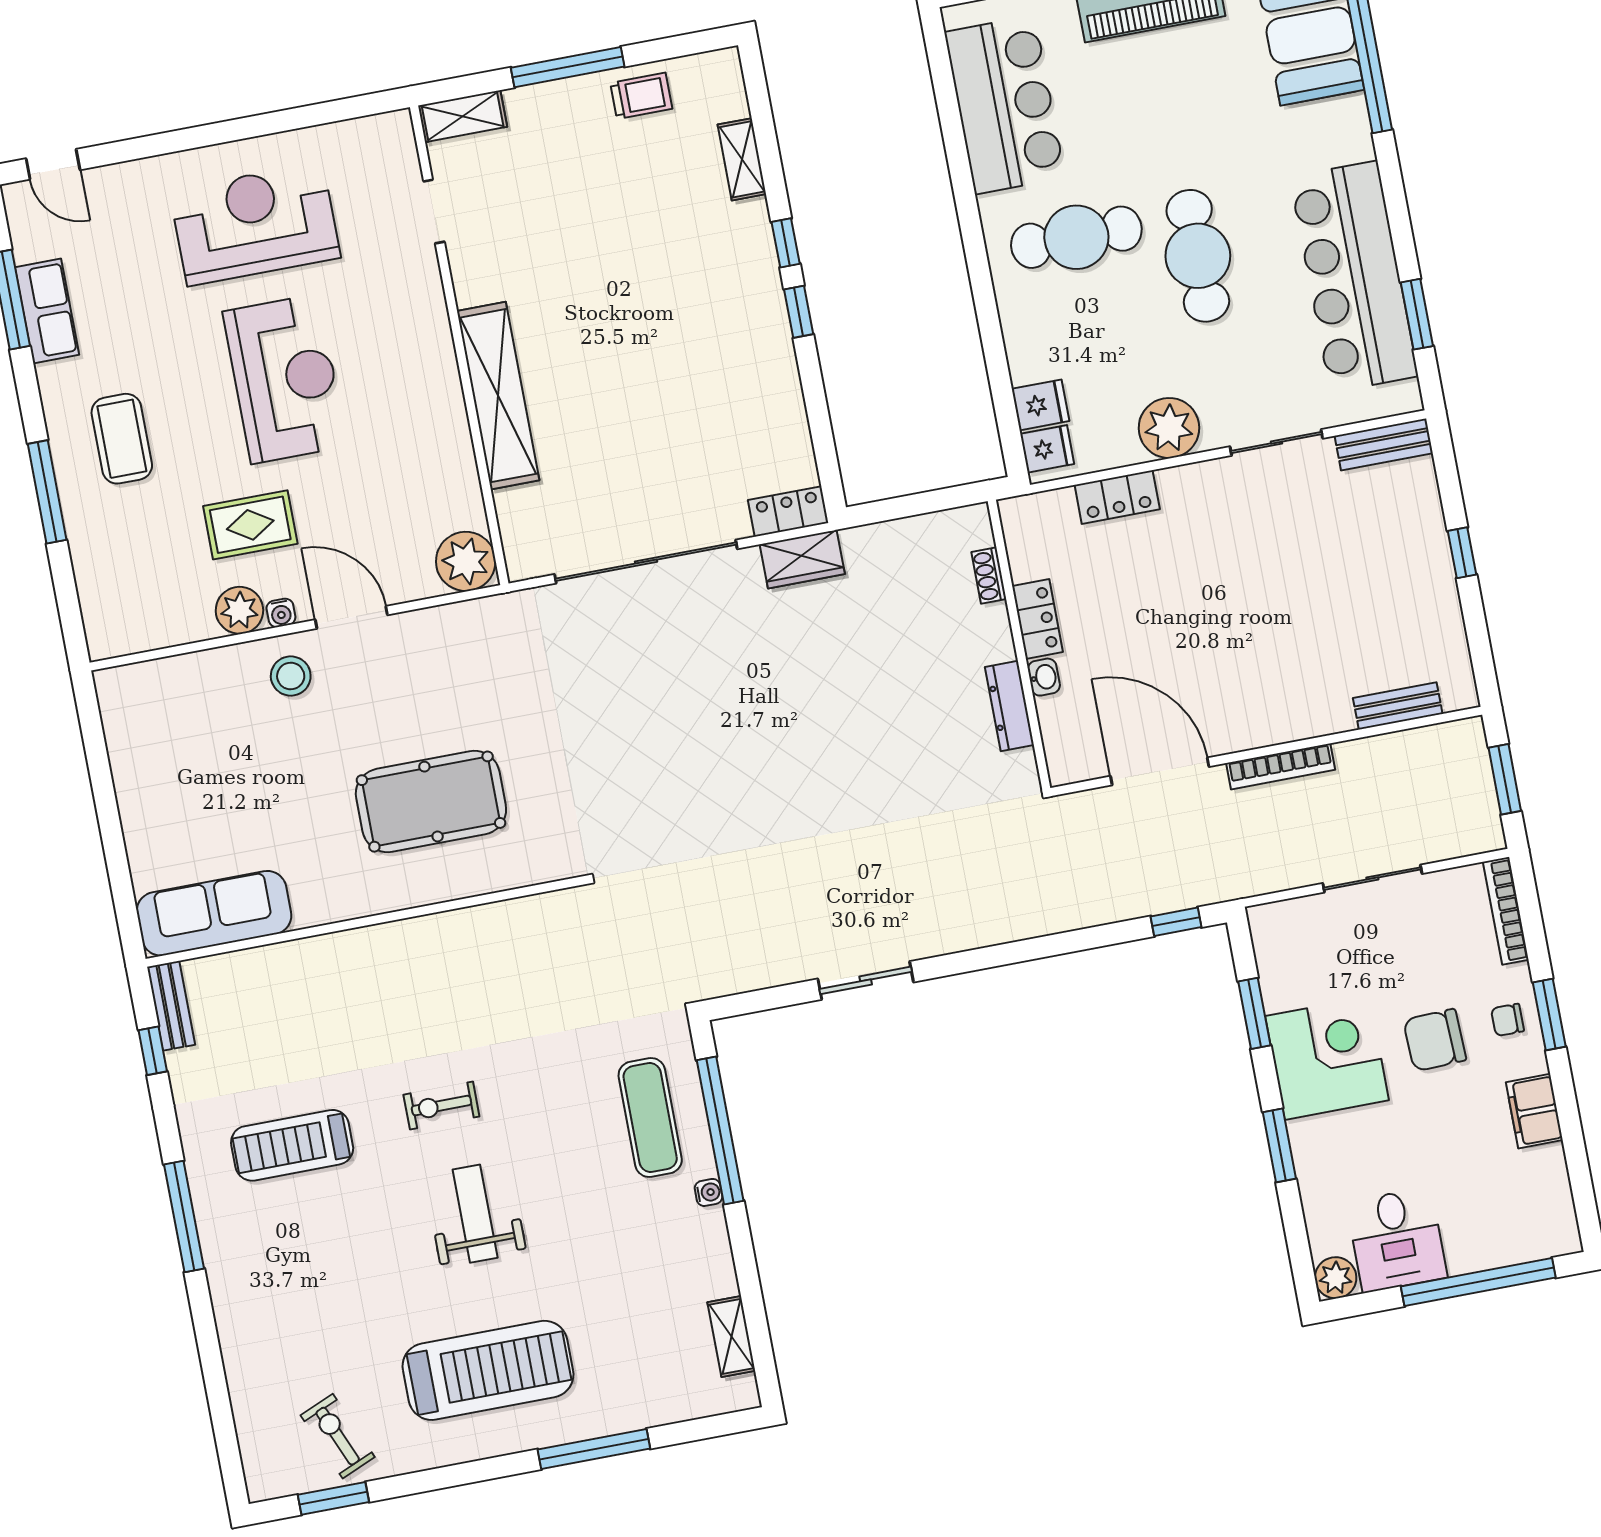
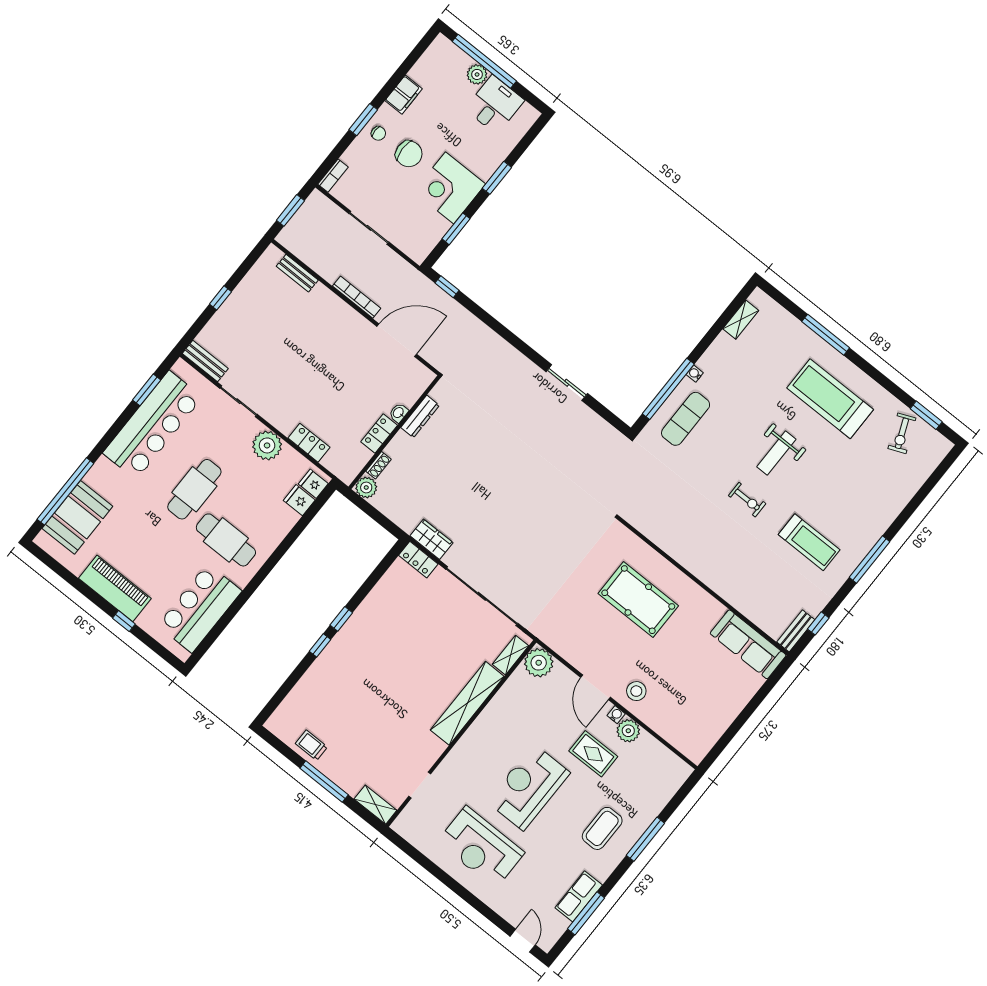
shelving: (742, 159) -> (510, 655), moved
plant: (970, 527) -> (366, 487), added
door: (1160, 771) -> (397, 340), swing flipped
bookcase: (1506, 911) -> (333, 176), width x0.64
plant: (1336, 1278) -> (477, 74), moved

